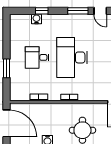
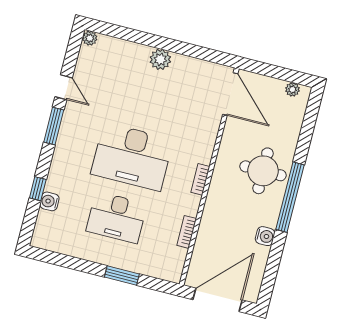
door: (100, 11) -> (64, 87), hinge flipped
desk: (37, 57) -> (117, 217), width x1.37

